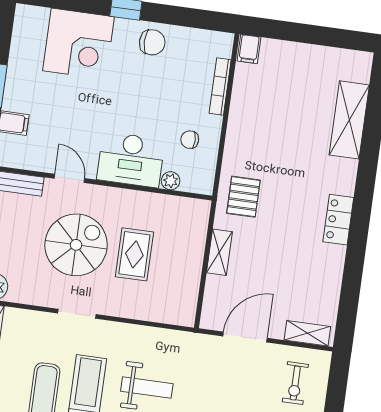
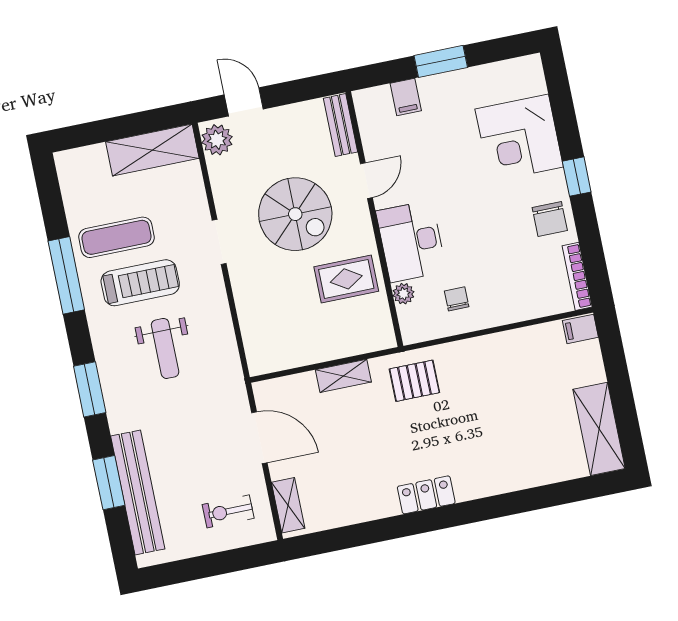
bookcase: (220, 87) -> (577, 276), moved, turned -90
shelving: (349, 120) -> (599, 429), moved, turned 90
rug: (134, 254) -> (346, 279), moved

